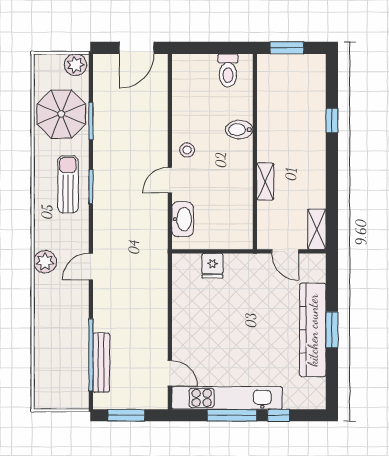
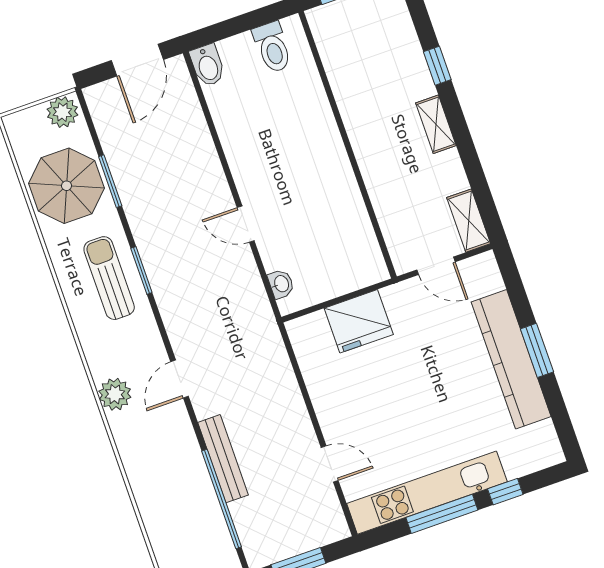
bidet: (239, 130) -> (207, 65), moved, turned -90
stool: (187, 150) -> (255, 175), removed
door: (170, 180) -> (246, 224), hinge flipped
shelving: (265, 181) -> (436, 124), moved
washbasin: (183, 219) -> (281, 284), width x0.52, depth x0.69
fridge: (212, 266) -> (359, 321), width x1.88, depth x1.34
bench: (101, 363) -> (223, 459), moved
door: (170, 373) -> (330, 464), moved

